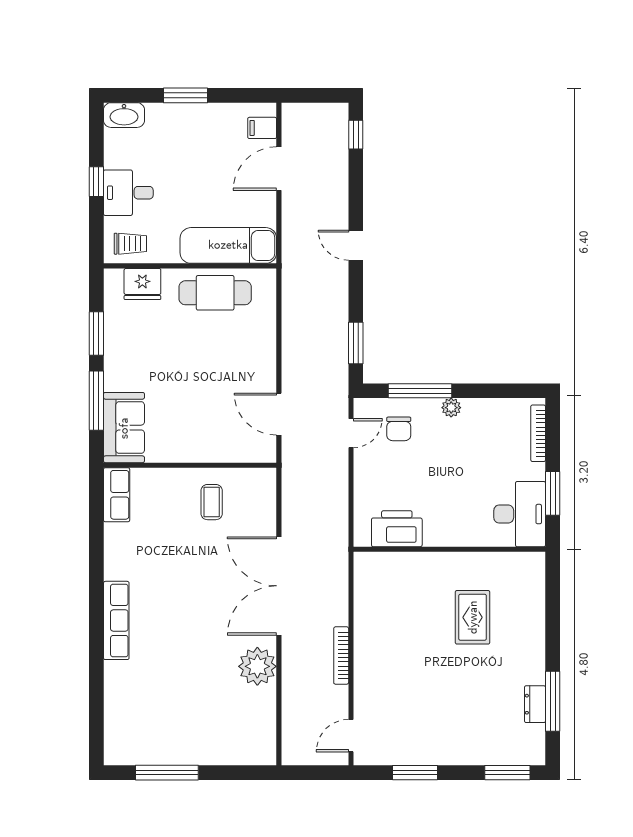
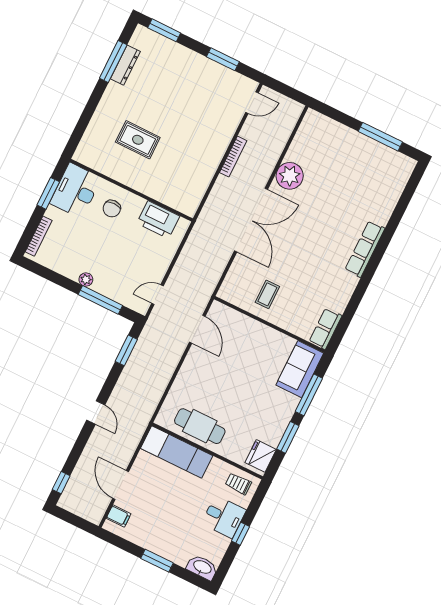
door: (279, 169) -> (121, 485), swing flipped
fridge: (142, 284) -> (261, 456), moved, turned -90
chair: (399, 429) -> (112, 209), moved, turned 180
rug: (473, 617) -> (138, 140), turned 90
dresser: (535, 704) -> (125, 65), width x1.44

